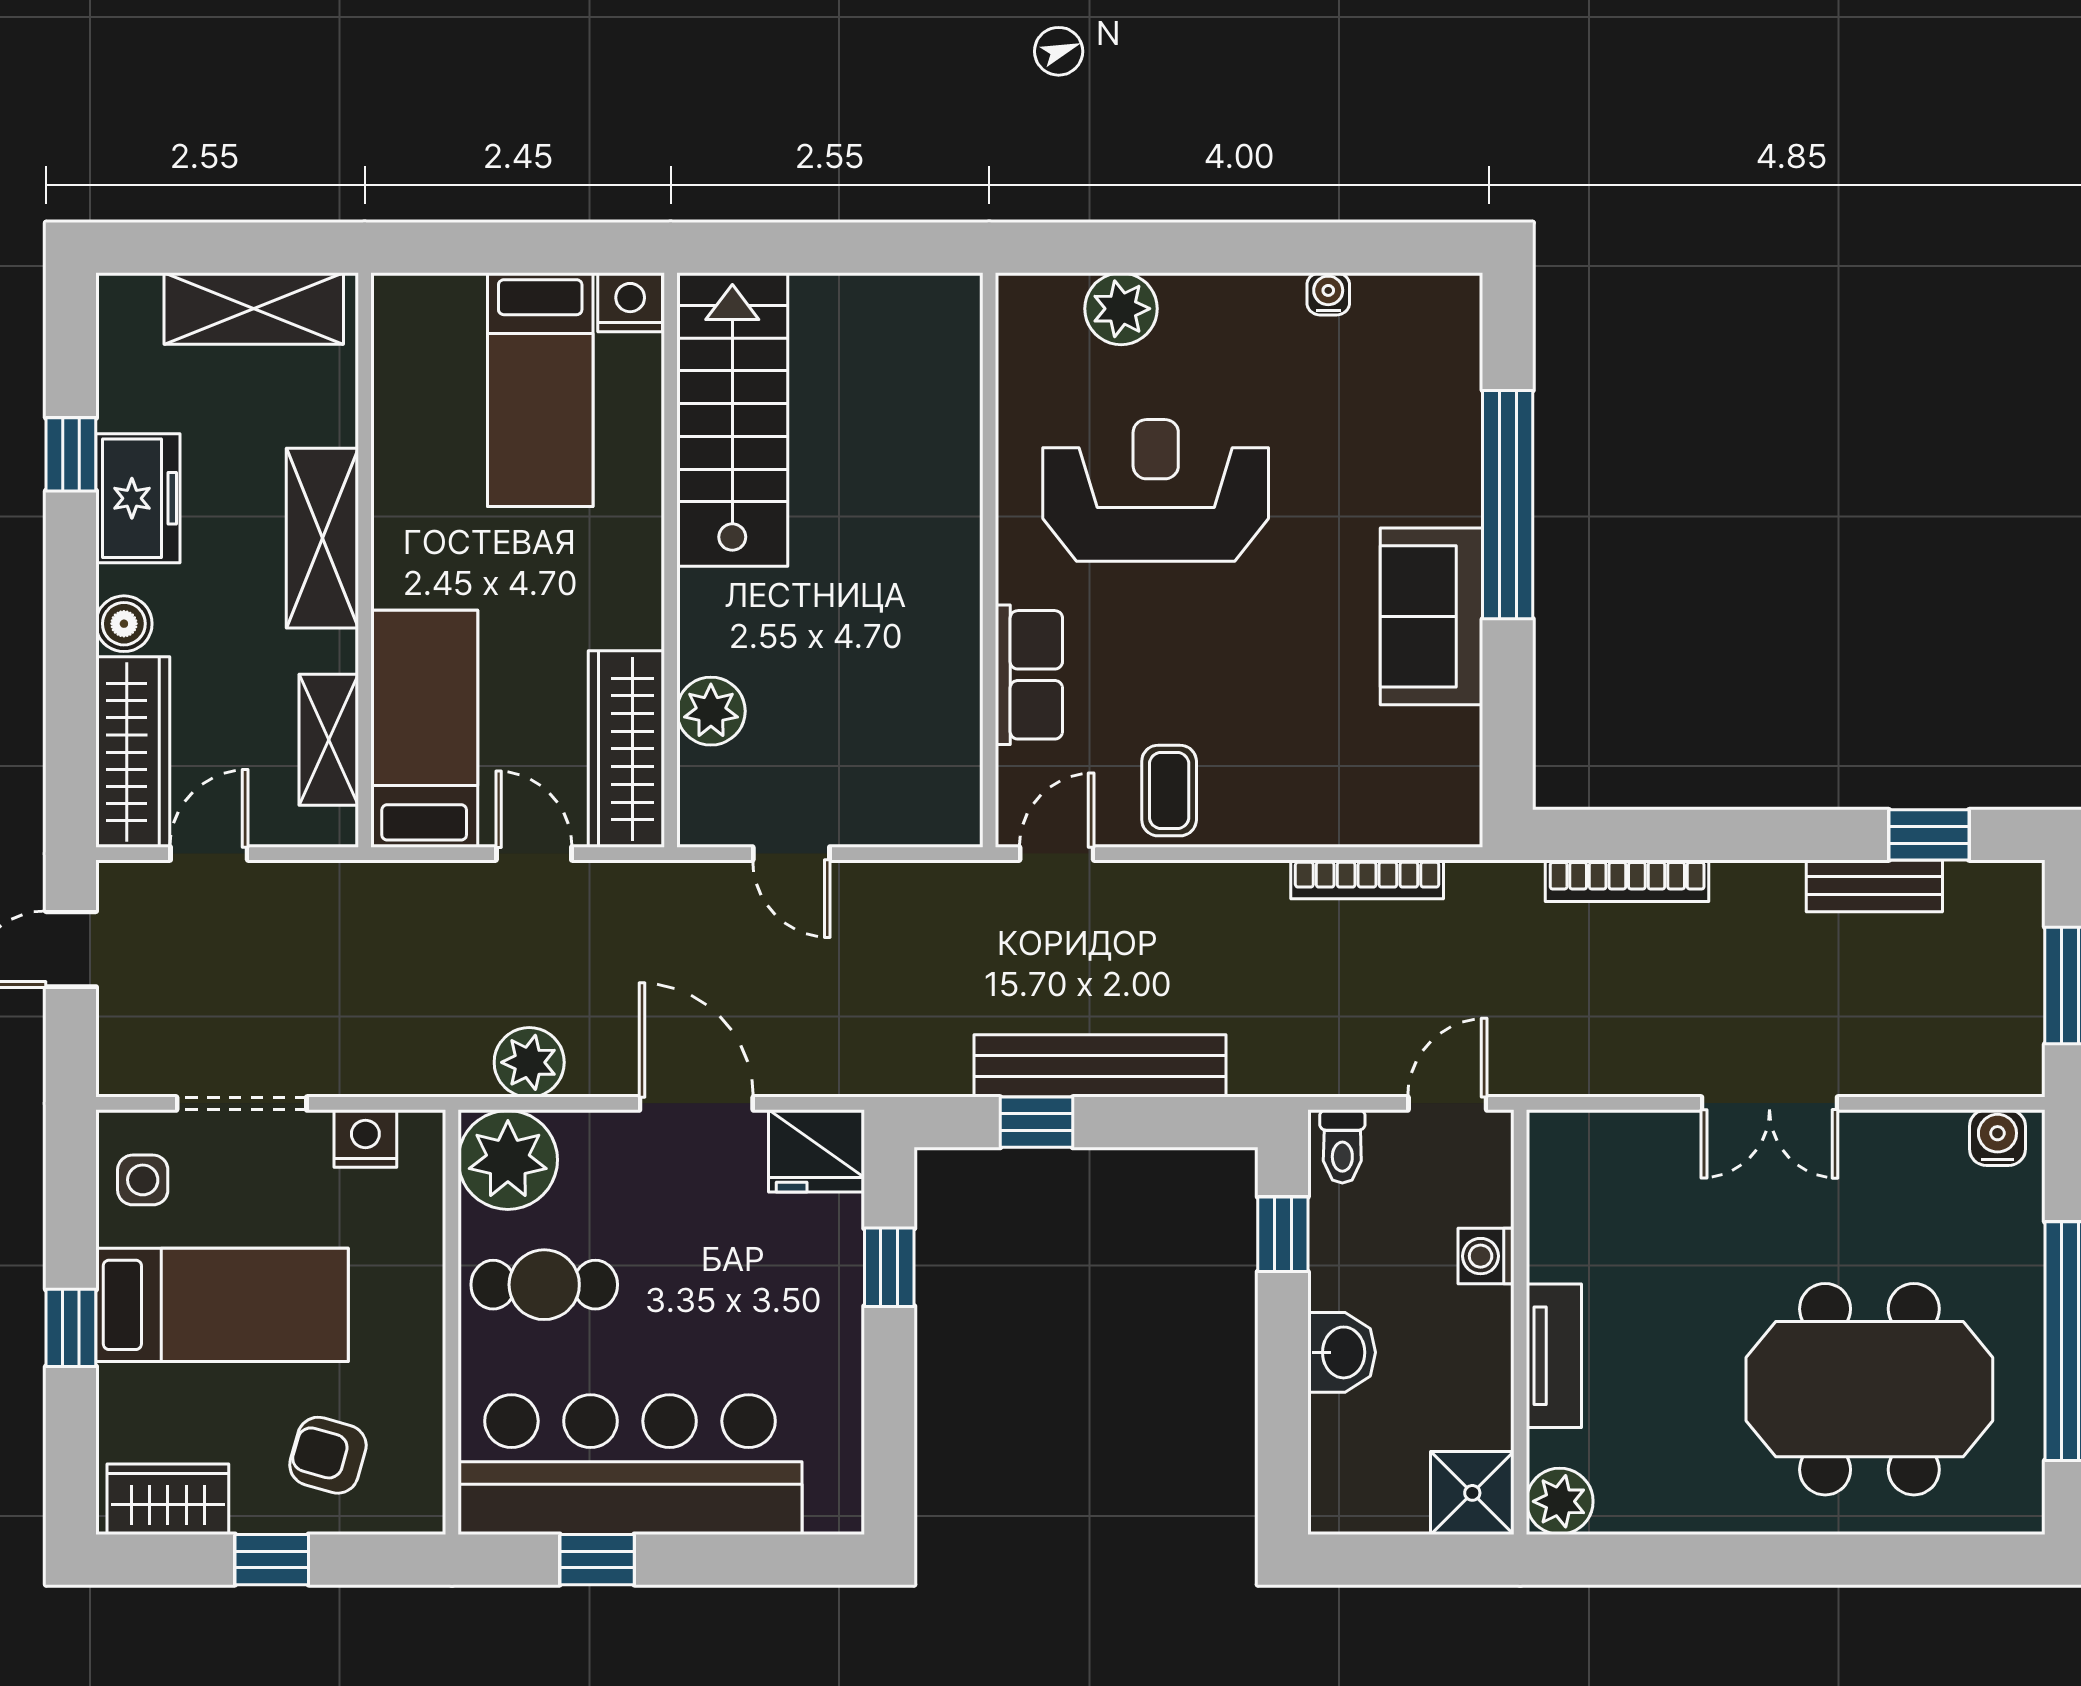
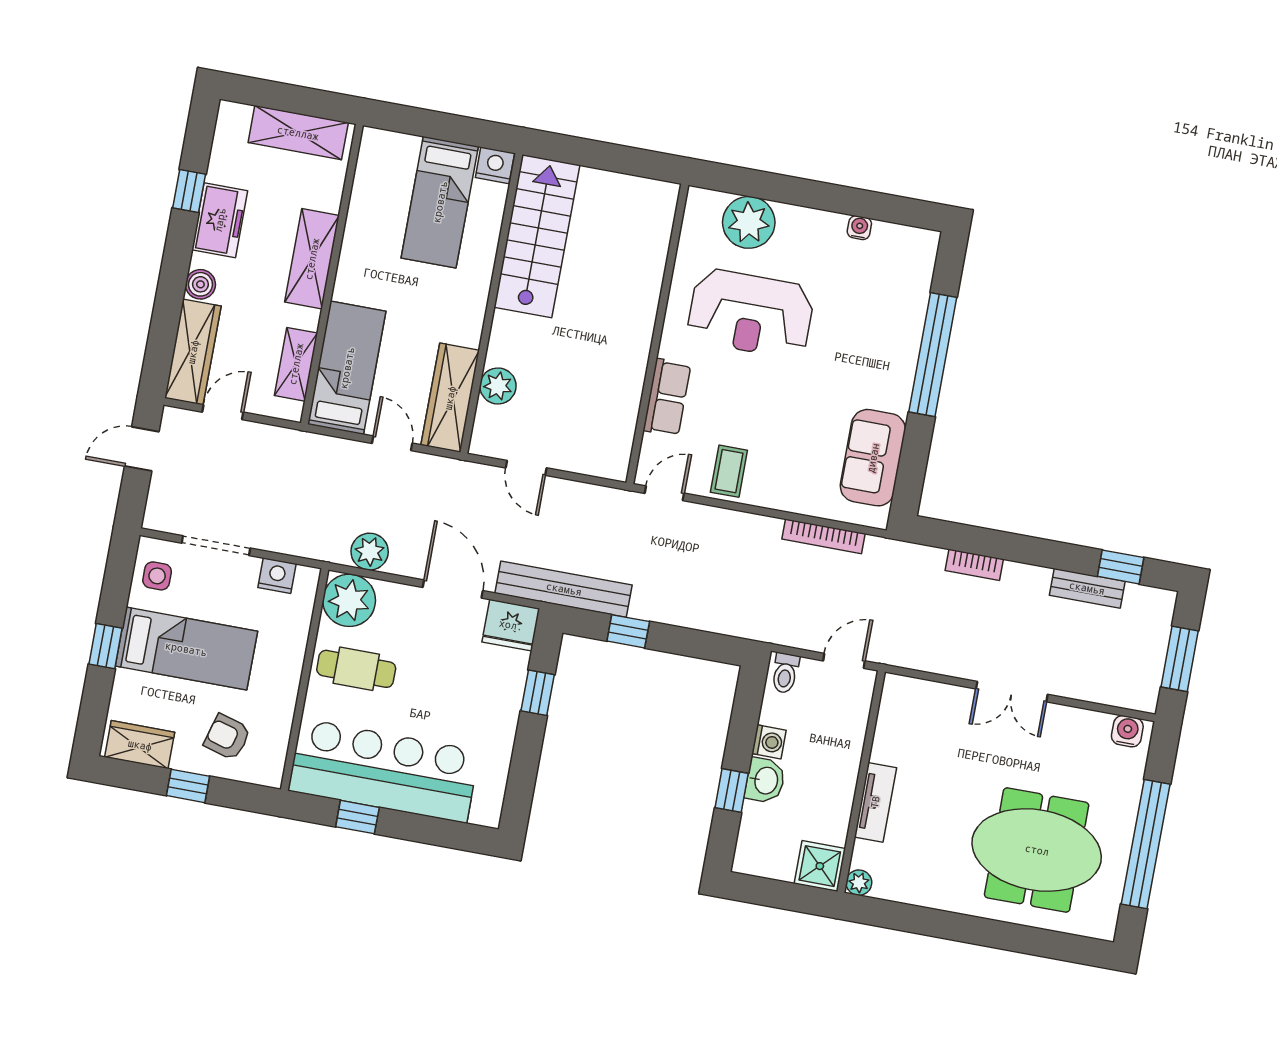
plant: (1121, 309) -> (749, 222), width x1.36, depth x1.36
reception desk: (1156, 490) -> (751, 313), turned 180
sofa: (1432, 616) -> (873, 458), moved
bookcase: (1627, 881) -> (974, 565), width x0.64
bench: (1100, 1066) -> (564, 589), moved
window: (1283, 1234) -> (732, 790), moved
washing machine: (1486, 1256) -> (769, 742), moved, turned 180
plant: (1560, 1501) -> (859, 883), width x0.73, depth x0.73

